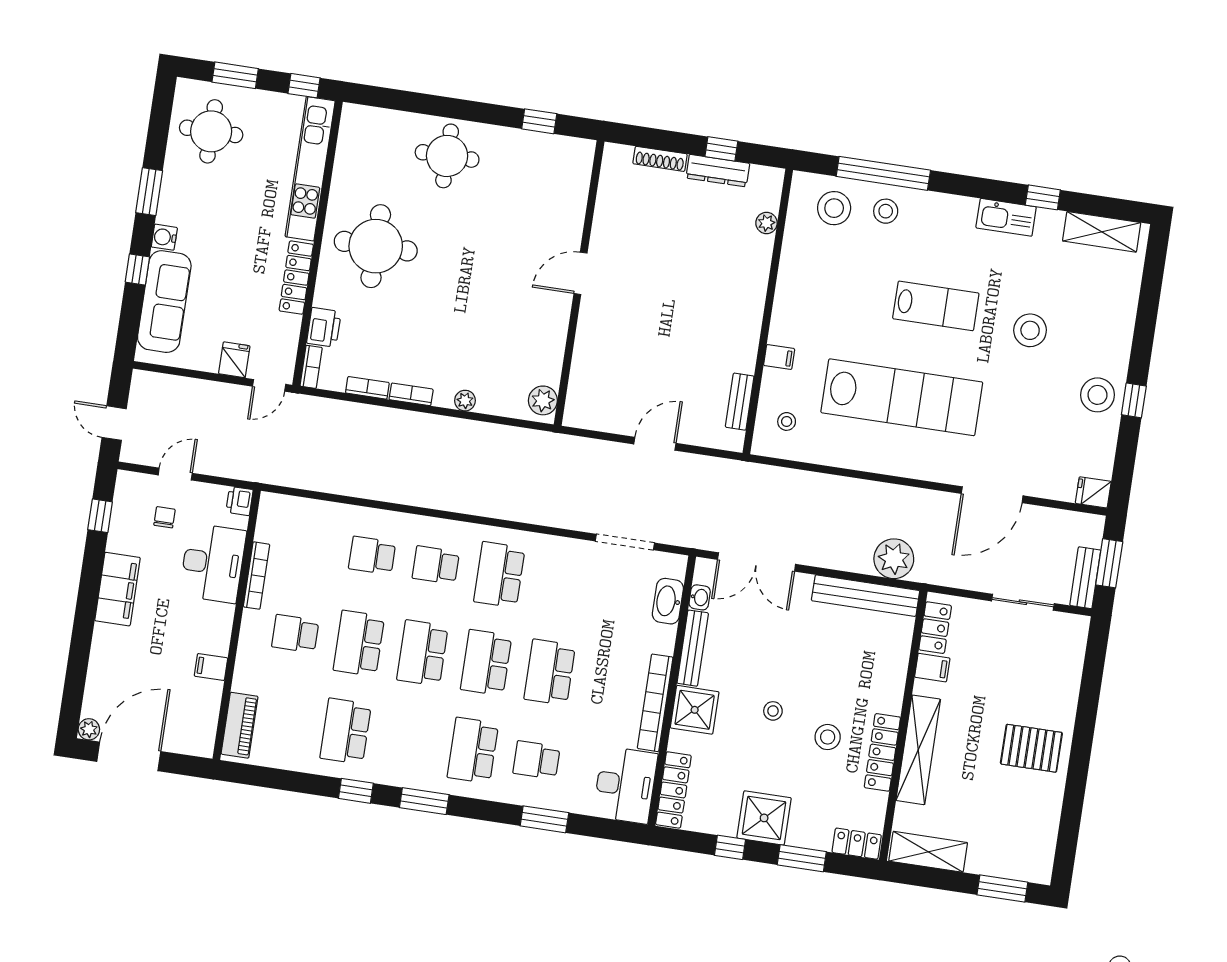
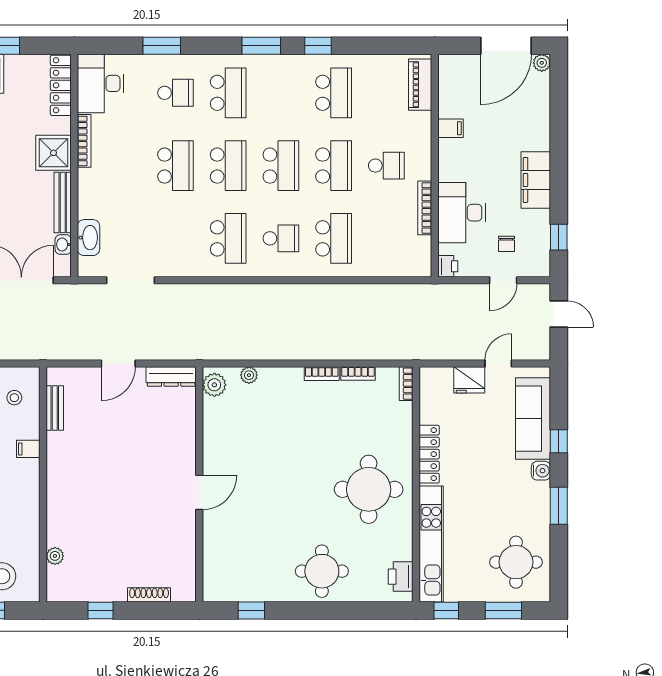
dresser: (718, 171) -> (171, 376), moved, turned 180
printer: (324, 327) -> (401, 577), moved
fridge: (234, 360) -> (469, 380), width x1.38
door: (269, 385) -> (498, 364), moved
plant: (465, 401) -> (249, 375), moved
school desk: (372, 555) -> (334, 238), width x1.85
bookcase: (655, 703) -> (84, 141), width x0.68, depth x0.76

